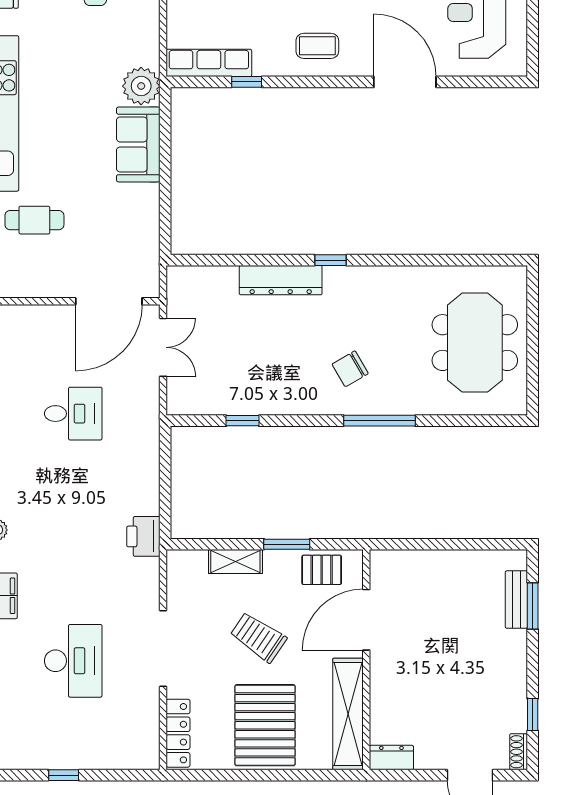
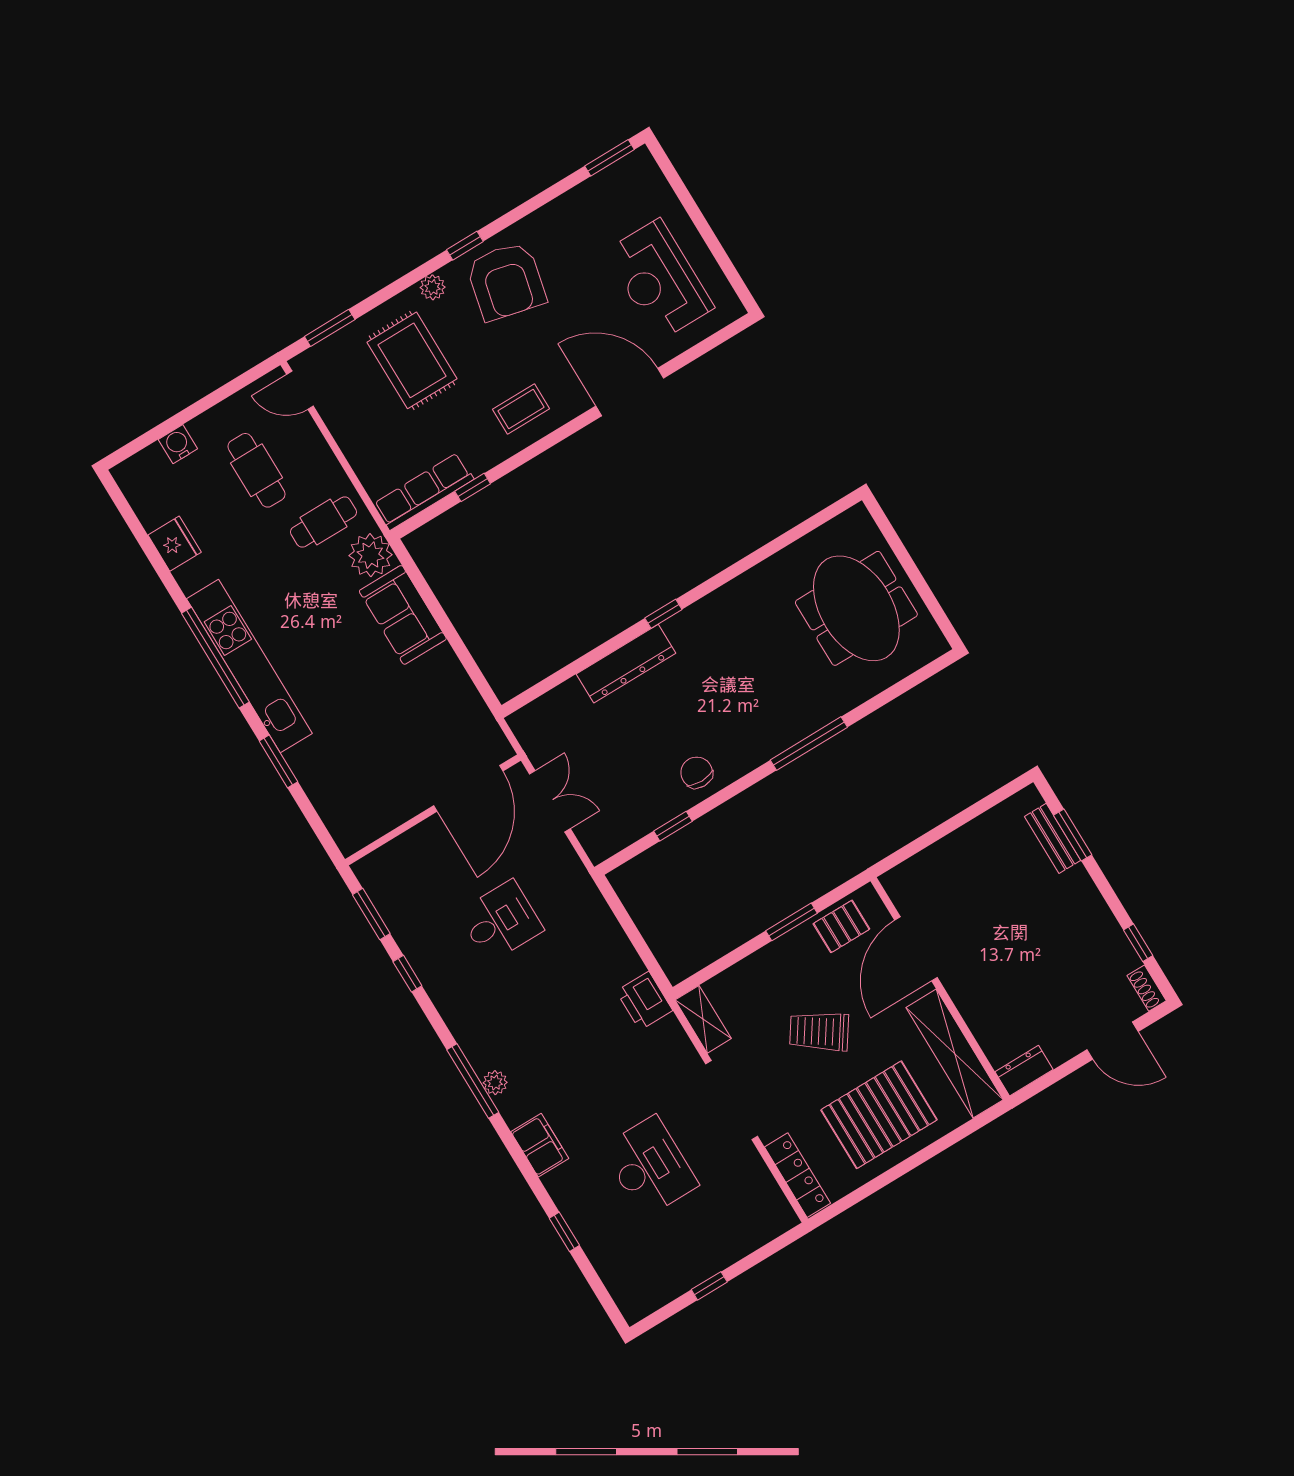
cafe table: (34, 220) -> (323, 522), moved
chair: (350, 369) -> (697, 773), moved, turned 120
shelving: (235, 562) -> (703, 1019), moved, turned 90
pallet: (265, 725) -> (879, 1115), turned 90

